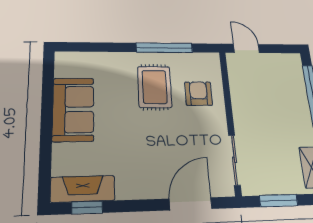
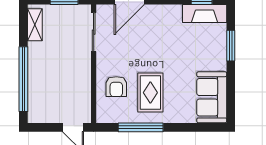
sofa: (73, 109) -> (212, 97), moved
window: (46, 146) -> (231, 46), added

